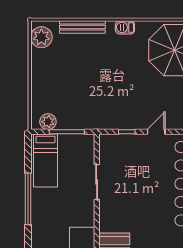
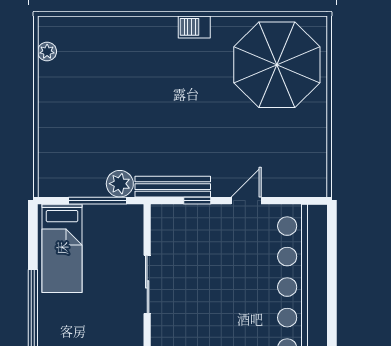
bench: (82, 27) -> (173, 187), moved
plant: (41, 37) -> (47, 52), width x0.53, depth x0.53
plant: (48, 122) -> (120, 184), moved

